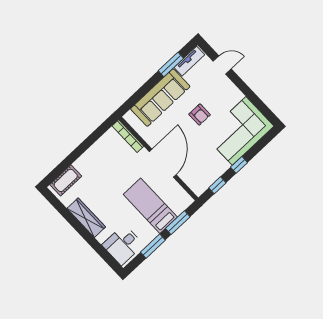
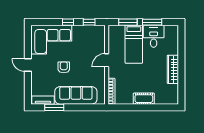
door: (222, 65) -> (28, 65), moved
door: (163, 163) -> (107, 60), width x0.53
cot: (66, 180) -> (144, 99), moved
desk: (123, 245) -> (154, 36), moved, turned -90

